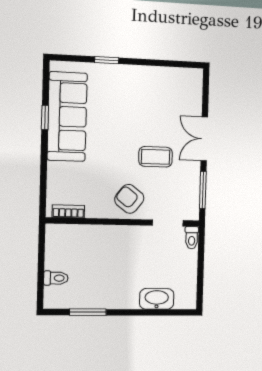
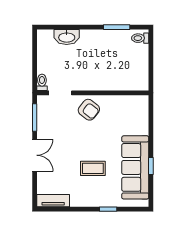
tv unit: (181, 76) -> (53, 201), added
coffee table: (156, 157) -> (93, 168), moved
bookcase: (68, 211) -> (133, 100), removed
toilet: (56, 278) -> (140, 38), moved

